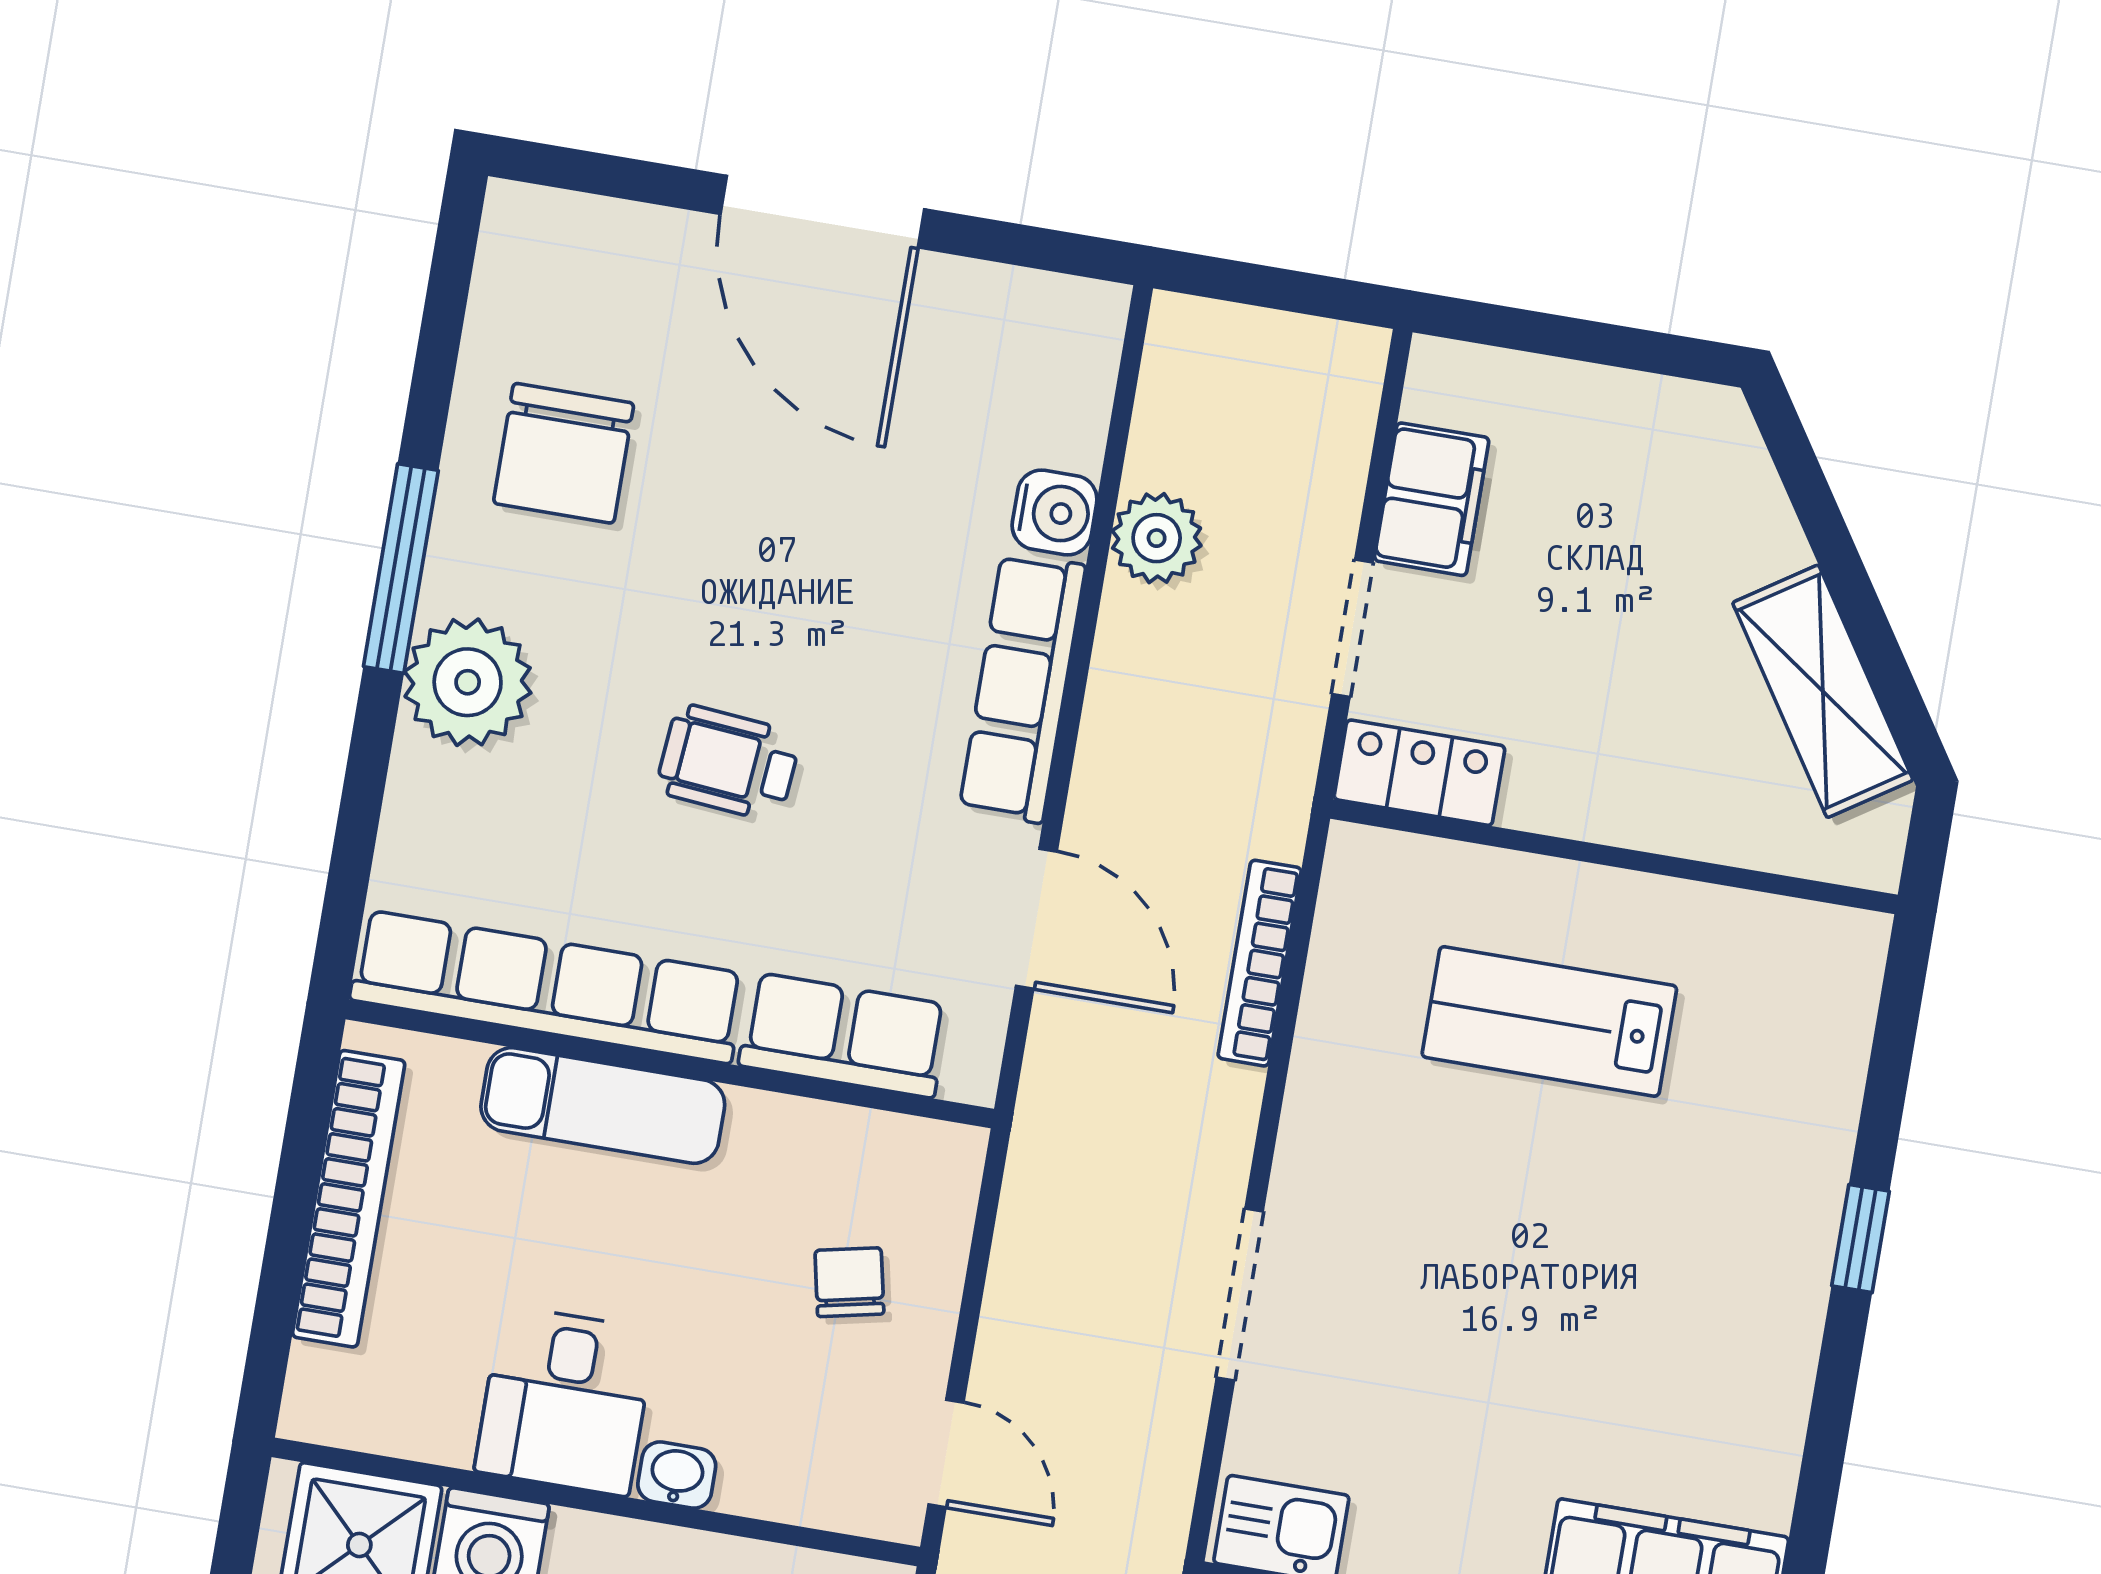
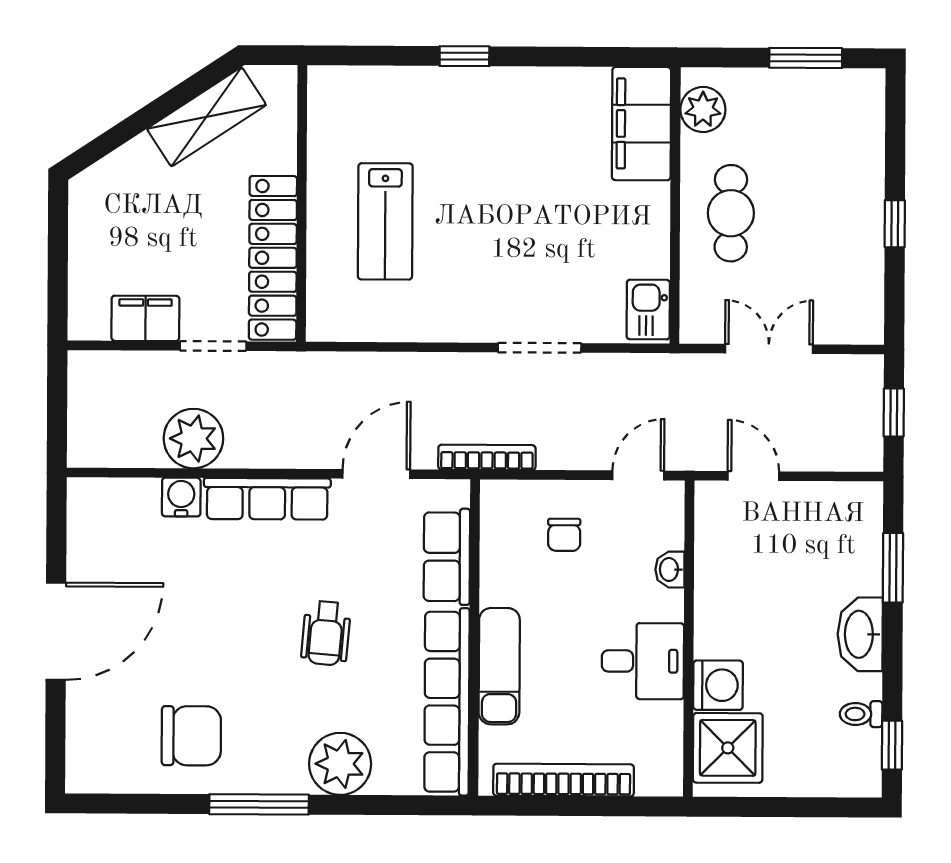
plant: (1157, 538) -> (193, 439), width x1.36, depth x1.36
plant: (468, 682) -> (340, 764), moved
locker: (1419, 773) -> (273, 258), width x2.16, depth x1.21
bookcase: (1260, 963) -> (487, 457), moved, turned 180
chair: (849, 1282) -> (564, 535), turned -78
washbasin: (677, 1475) -> (670, 569), moved

